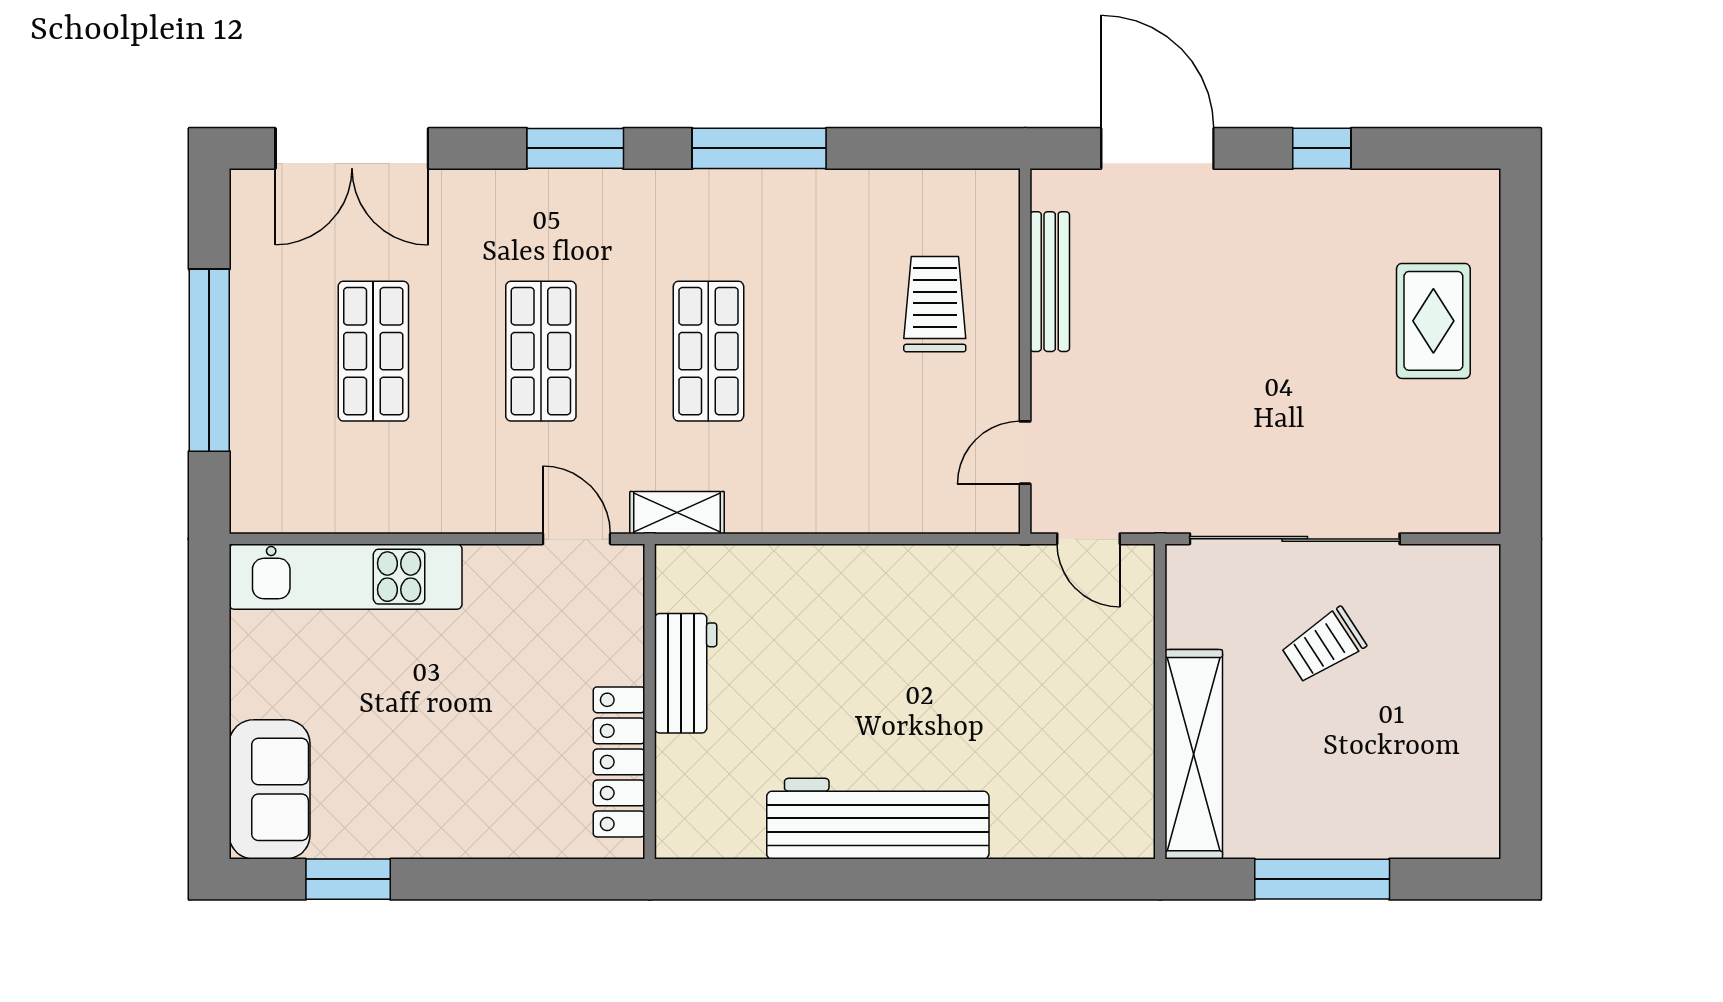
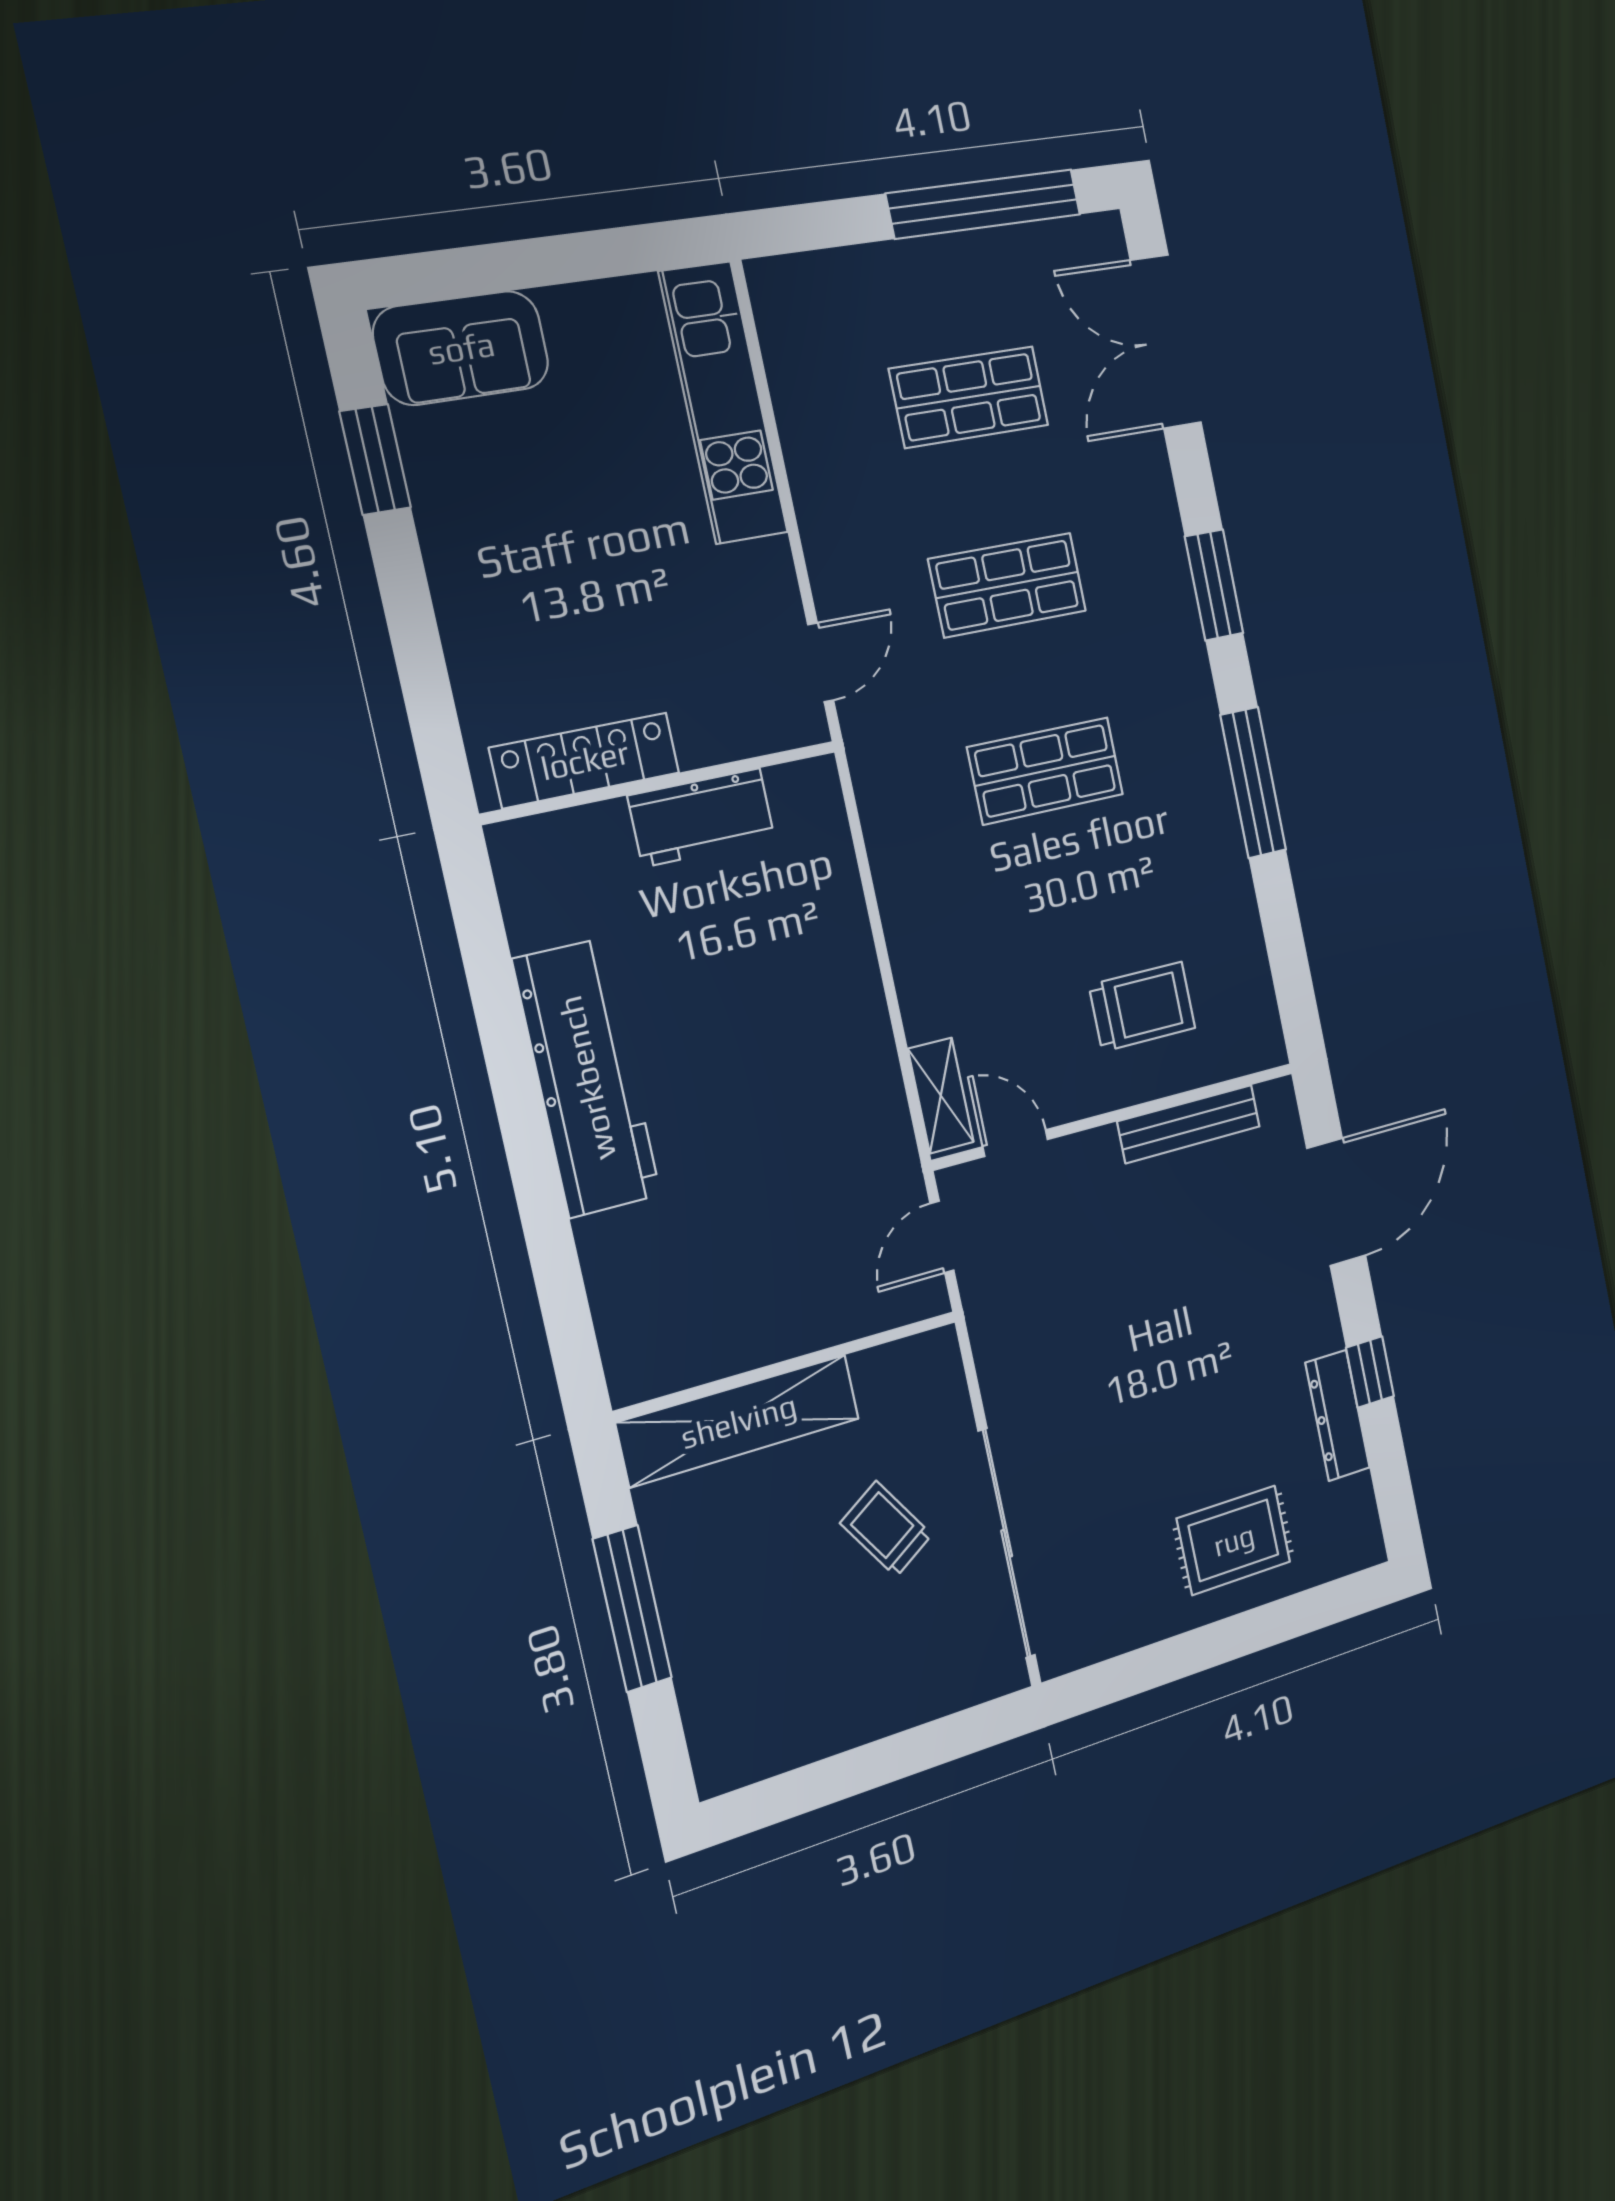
dresser: (1352, 191) -> (1338, 1415), added
window: (209, 360) -> (984, 204), moved
shelving: (677, 513) -> (941, 1096), moved
sliding door: (1295, 539) -> (1007, 1543), moved

